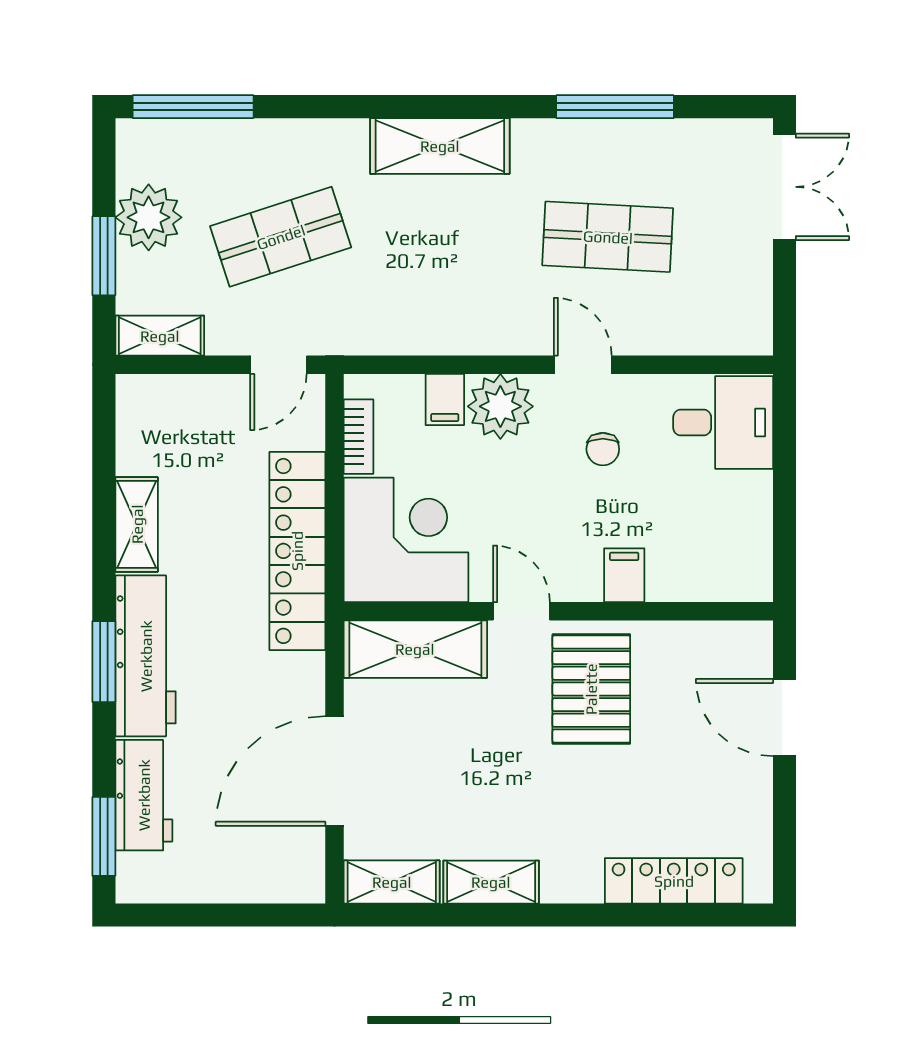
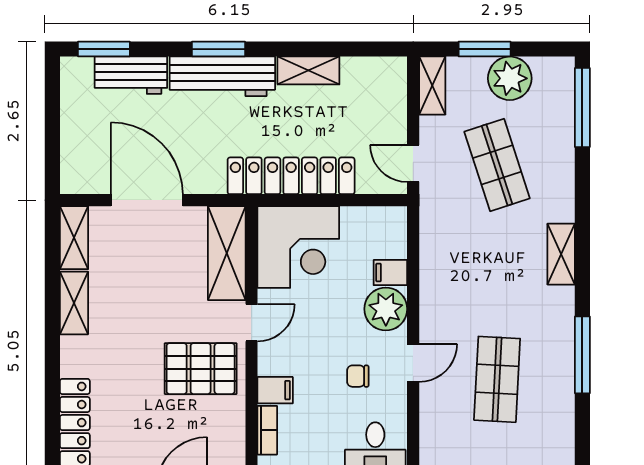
window: (615, 107) -> (582, 355), moved
shelving: (440, 146) -> (561, 254), width x0.67, depth x0.75
bookcase: (359, 437) -> (267, 430), moved, turned -90

